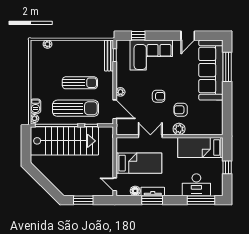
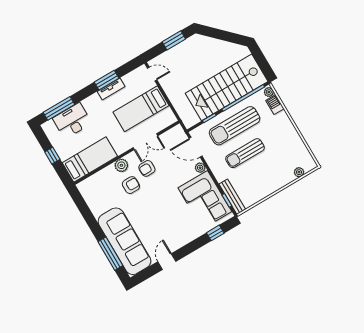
corner sofa: (151, 55) -> (205, 200), moved, turned -90
armchair: (159, 96) -> (147, 168), moved
floor lamp: (135, 191) -> (128, 79), removed

